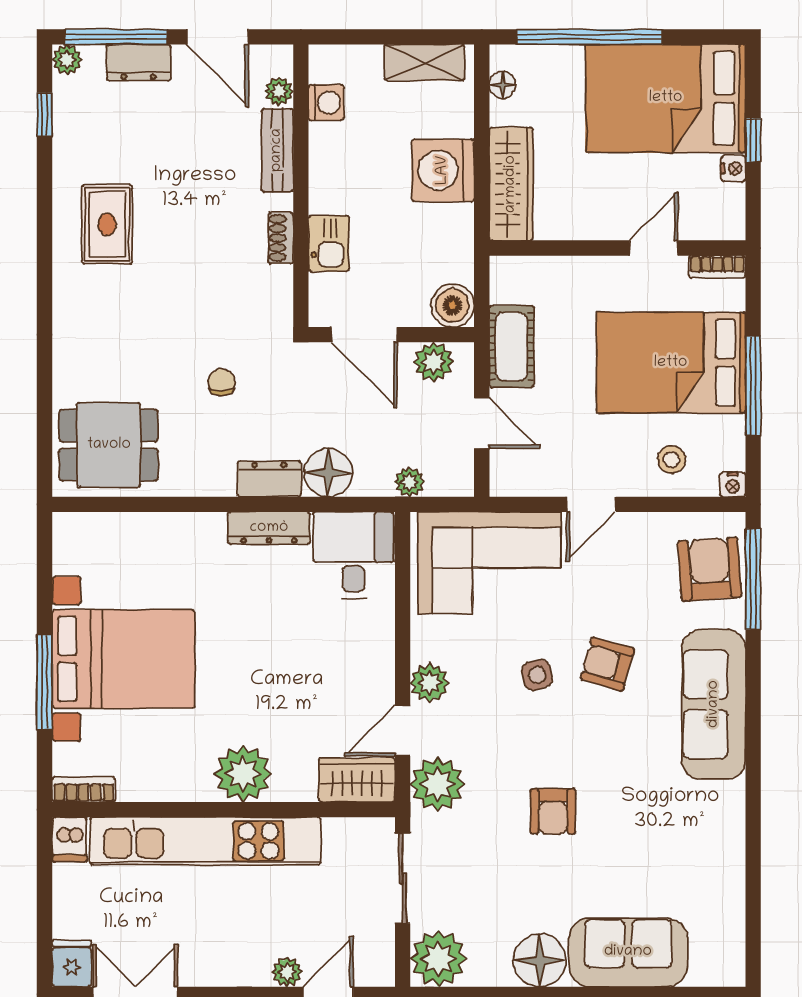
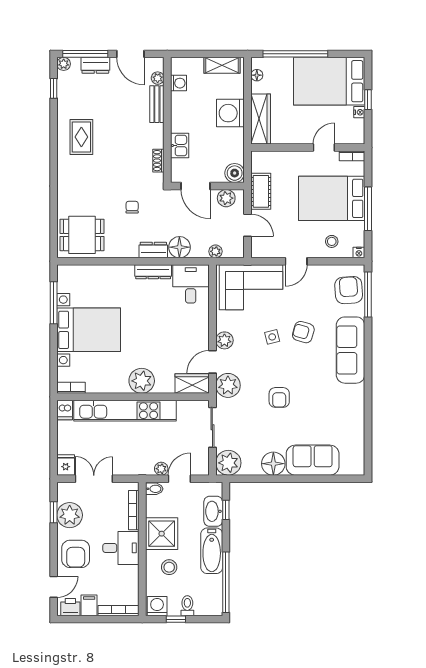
shoe rack: (281, 238) -> (158, 161), moved
window: (45, 682) -> (54, 303), moved

